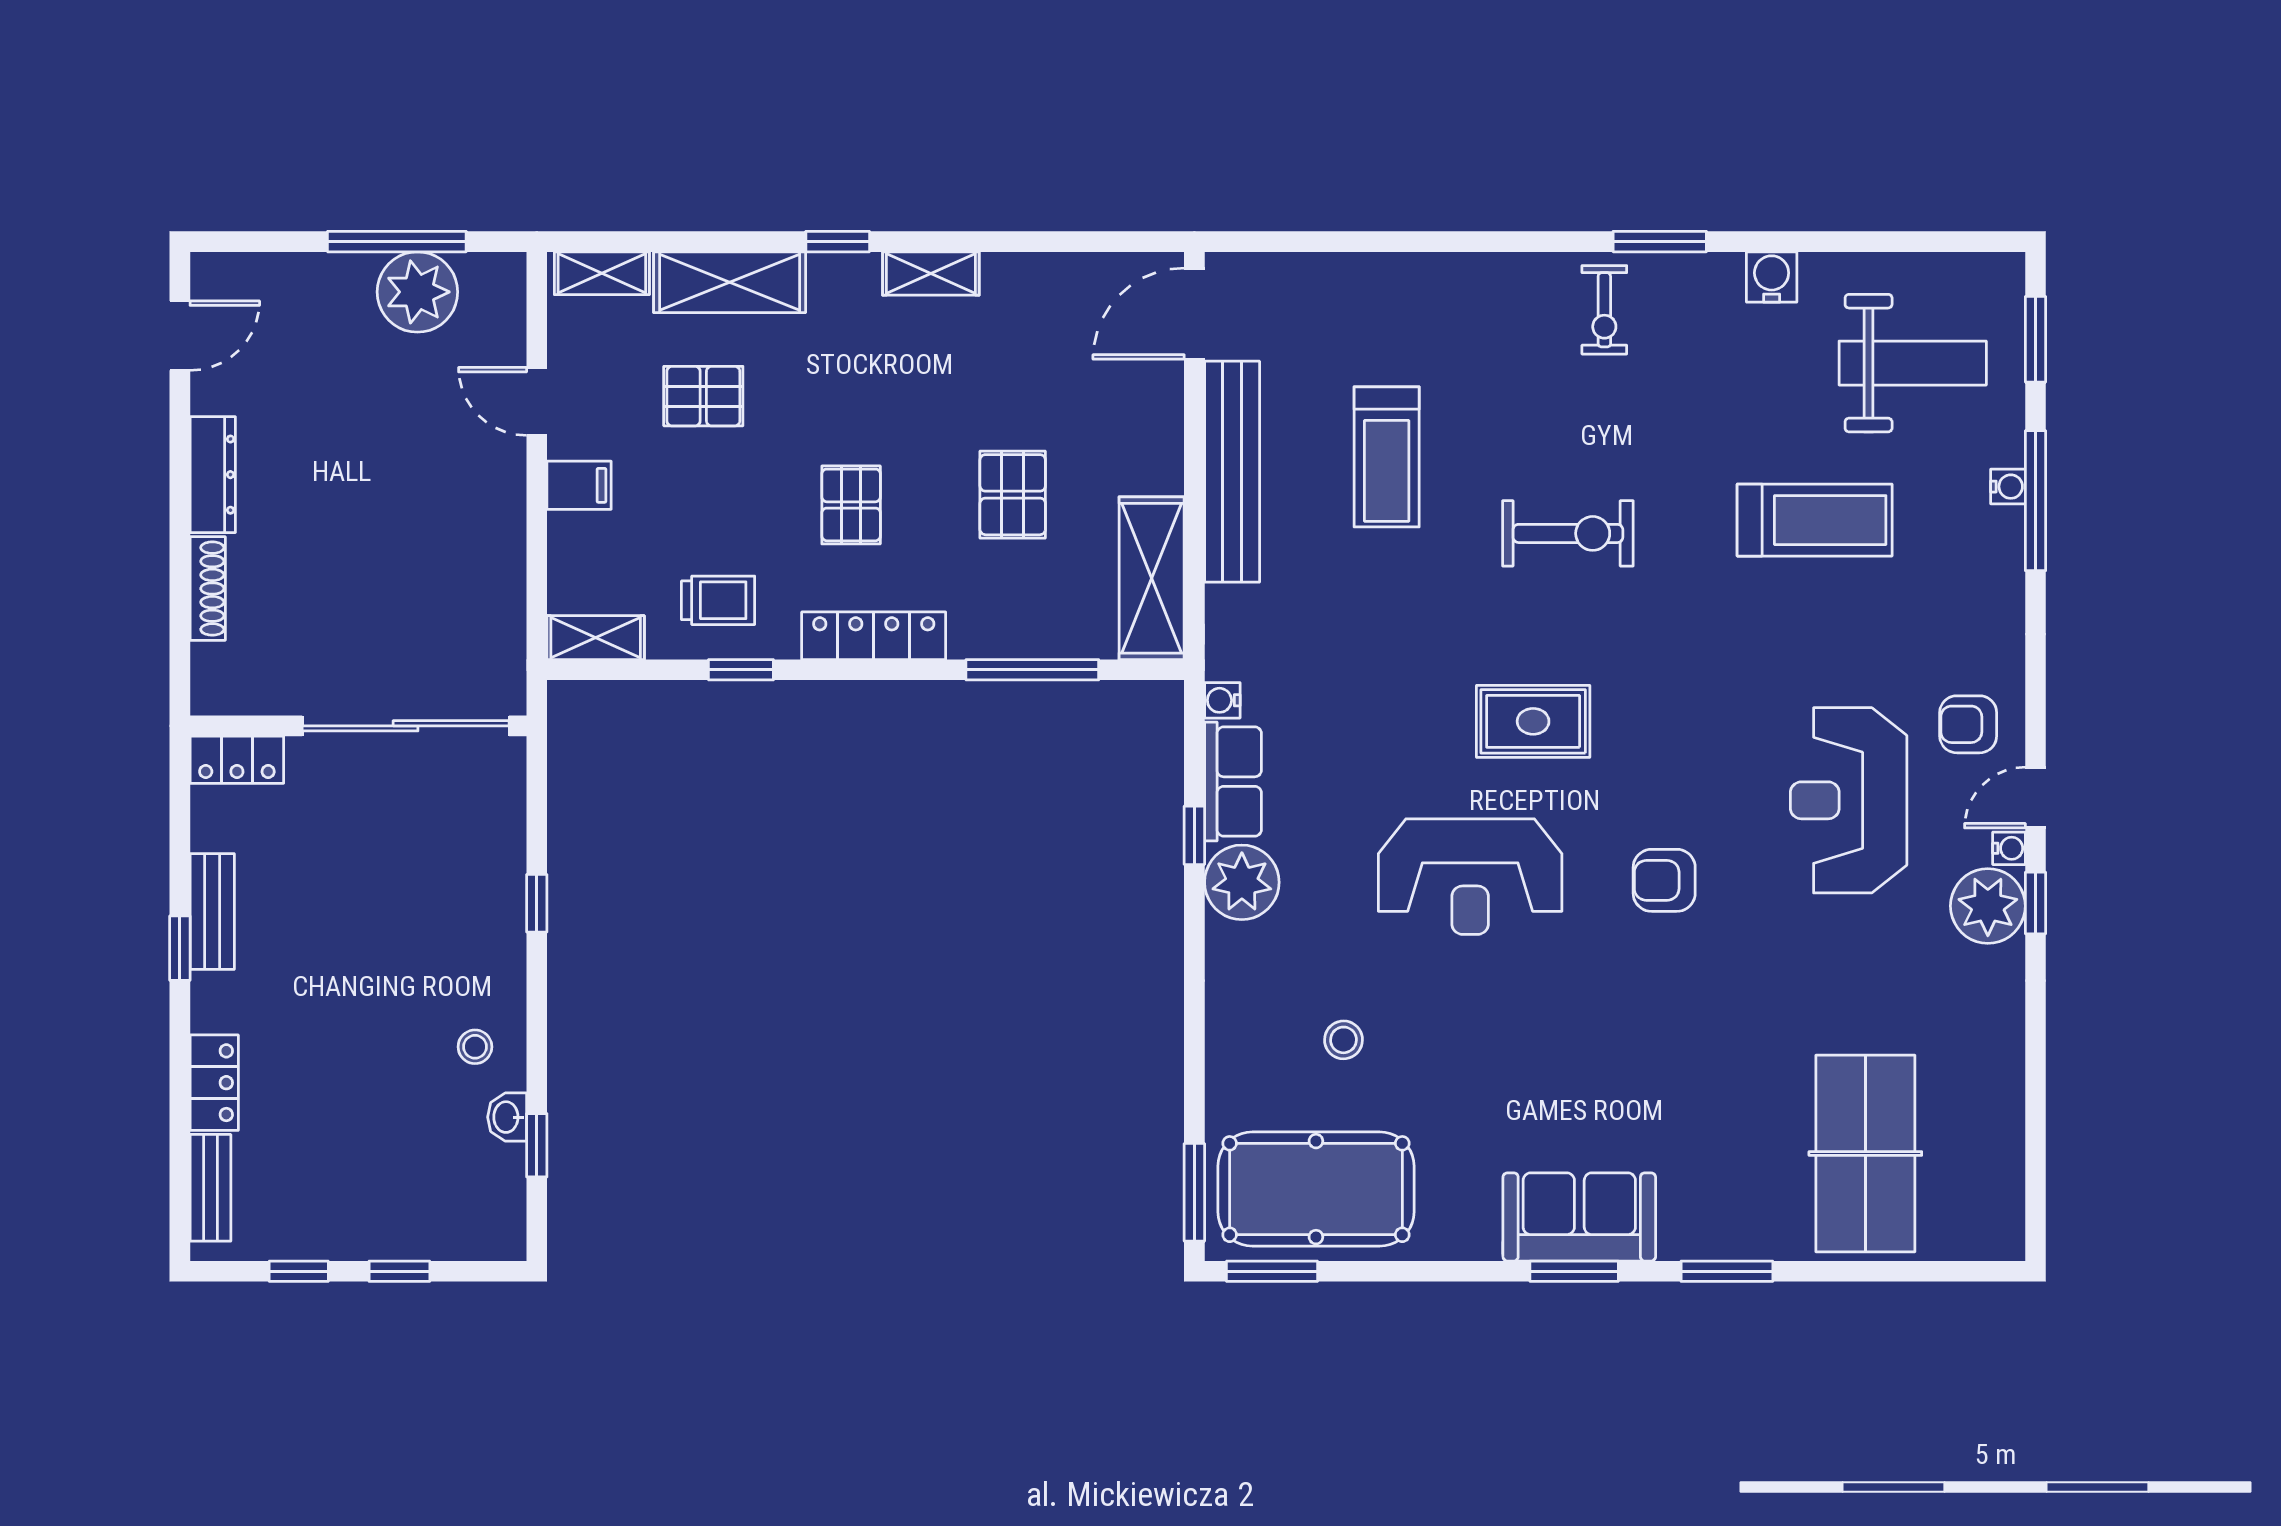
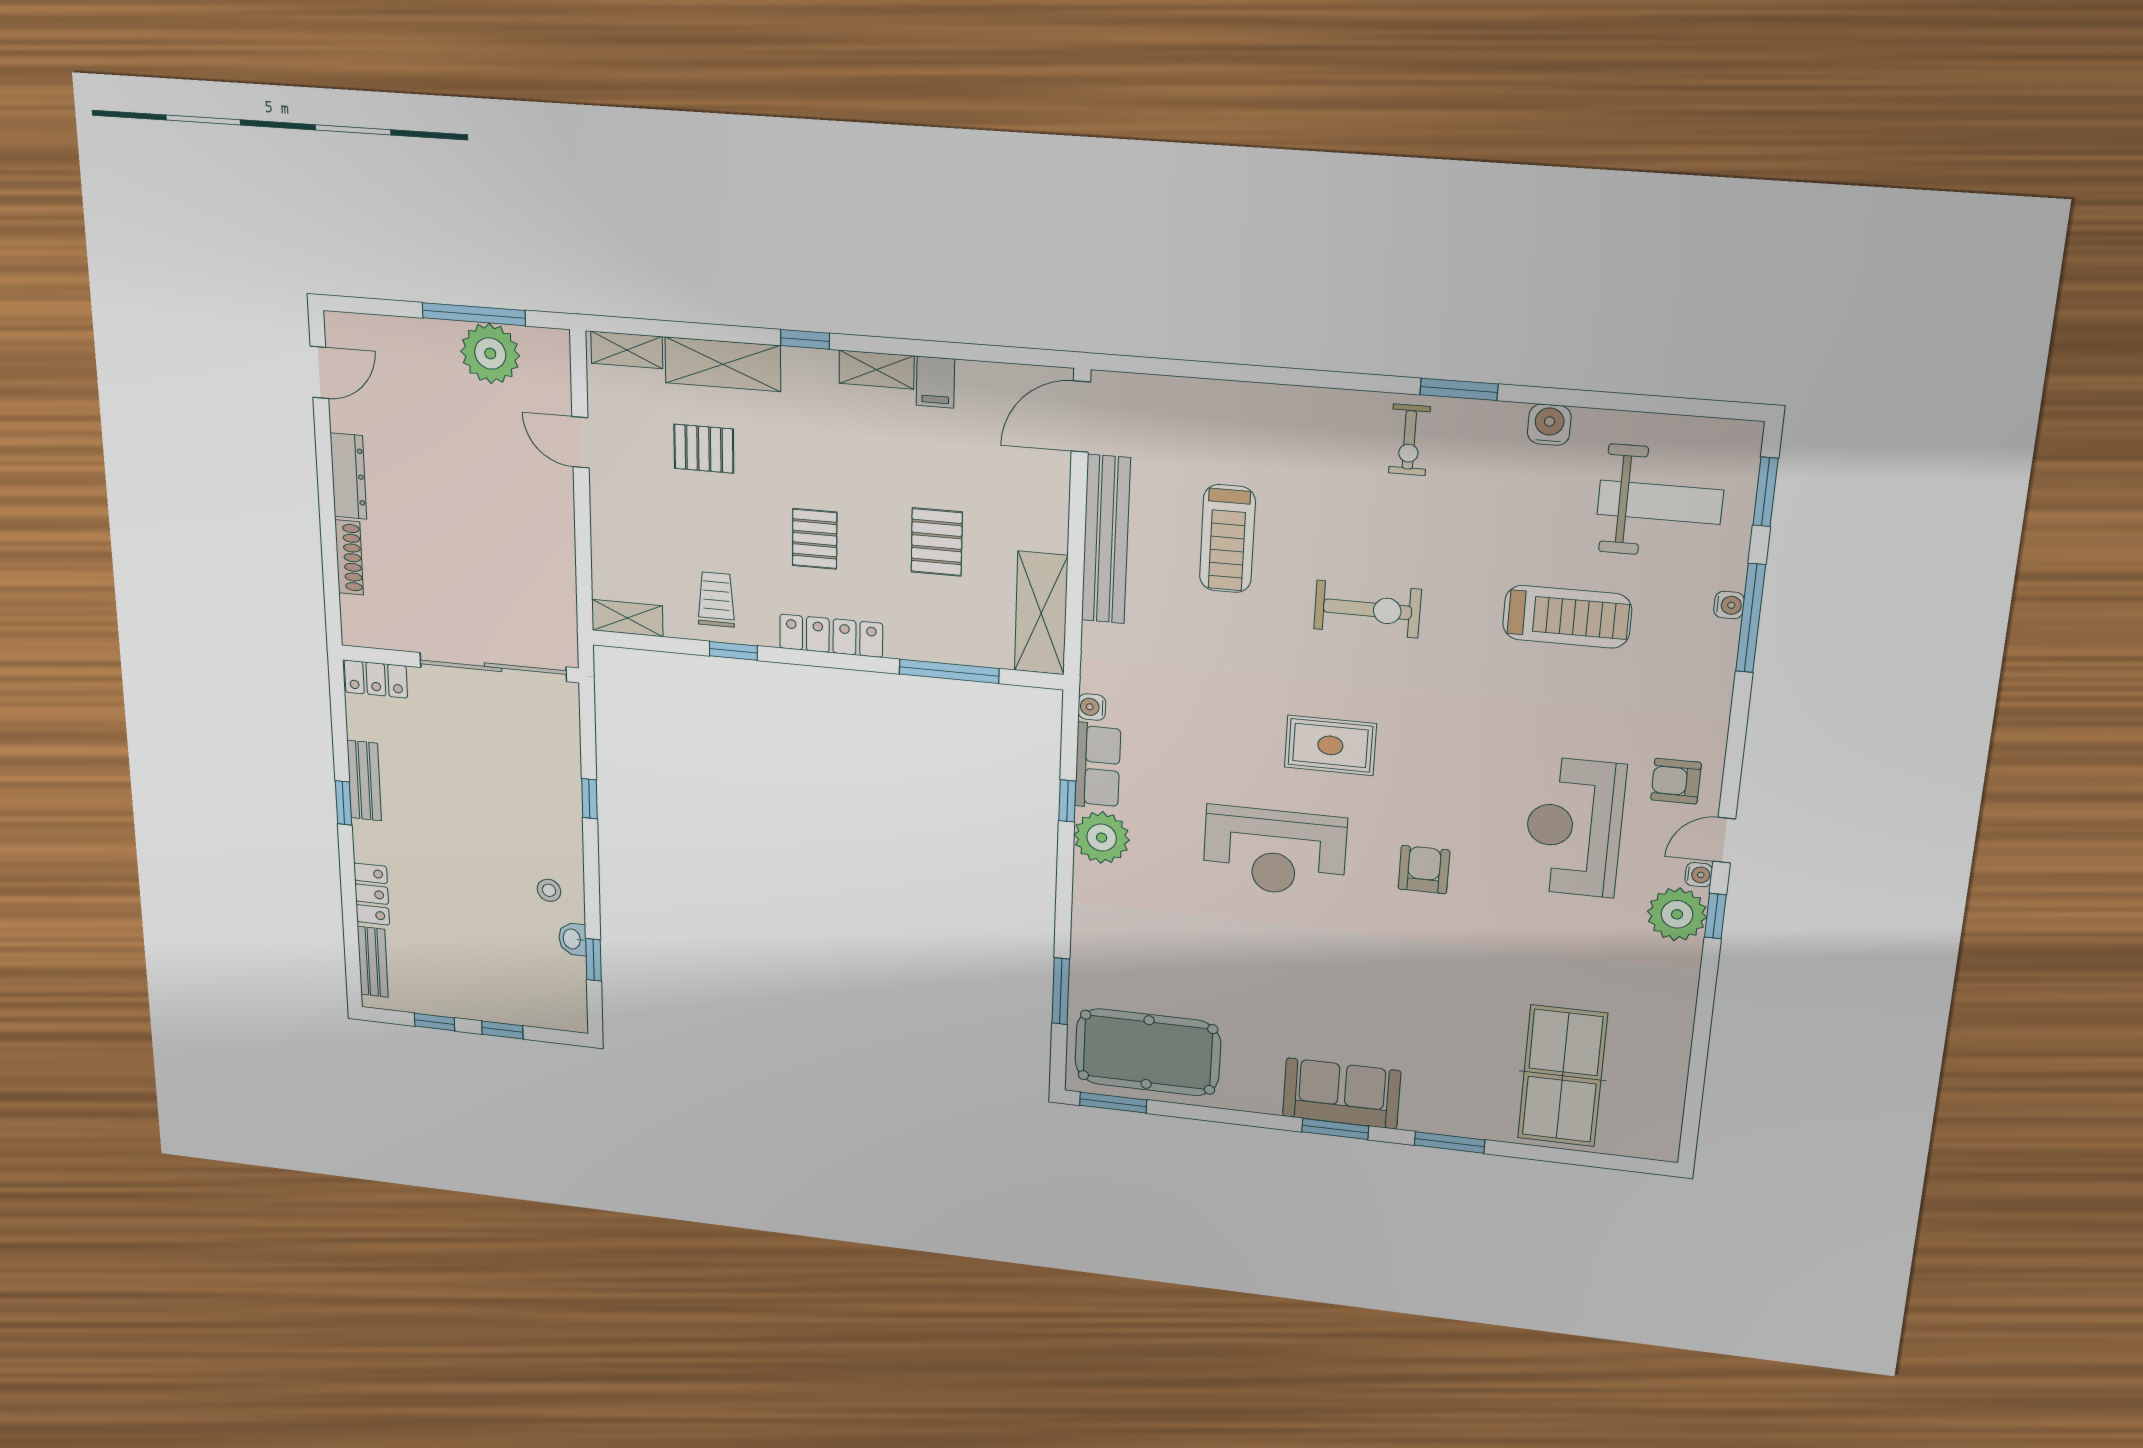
filing cabinet: (579, 485) -> (935, 382), moved, turned 90
trolley: (718, 600) -> (716, 600), turned -90
armchair: (1664, 880) -> (1424, 870), turned 90
stool: (1343, 1040) -> (1173, 954), removed
window: (1194, 1192) -> (1061, 991), moved

